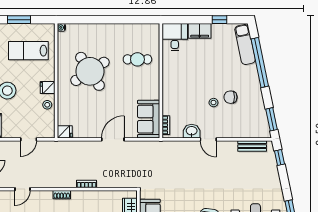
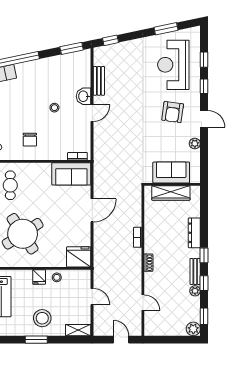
chair: (231, 97) -> (30, 140), moved
washbasin: (192, 131) -> (84, 96), moved
fridge: (65, 132) -> (79, 257), width x1.88, depth x1.34
door: (113, 139) -> (92, 210), swing flipped
bench: (252, 146) -> (99, 81), moved

